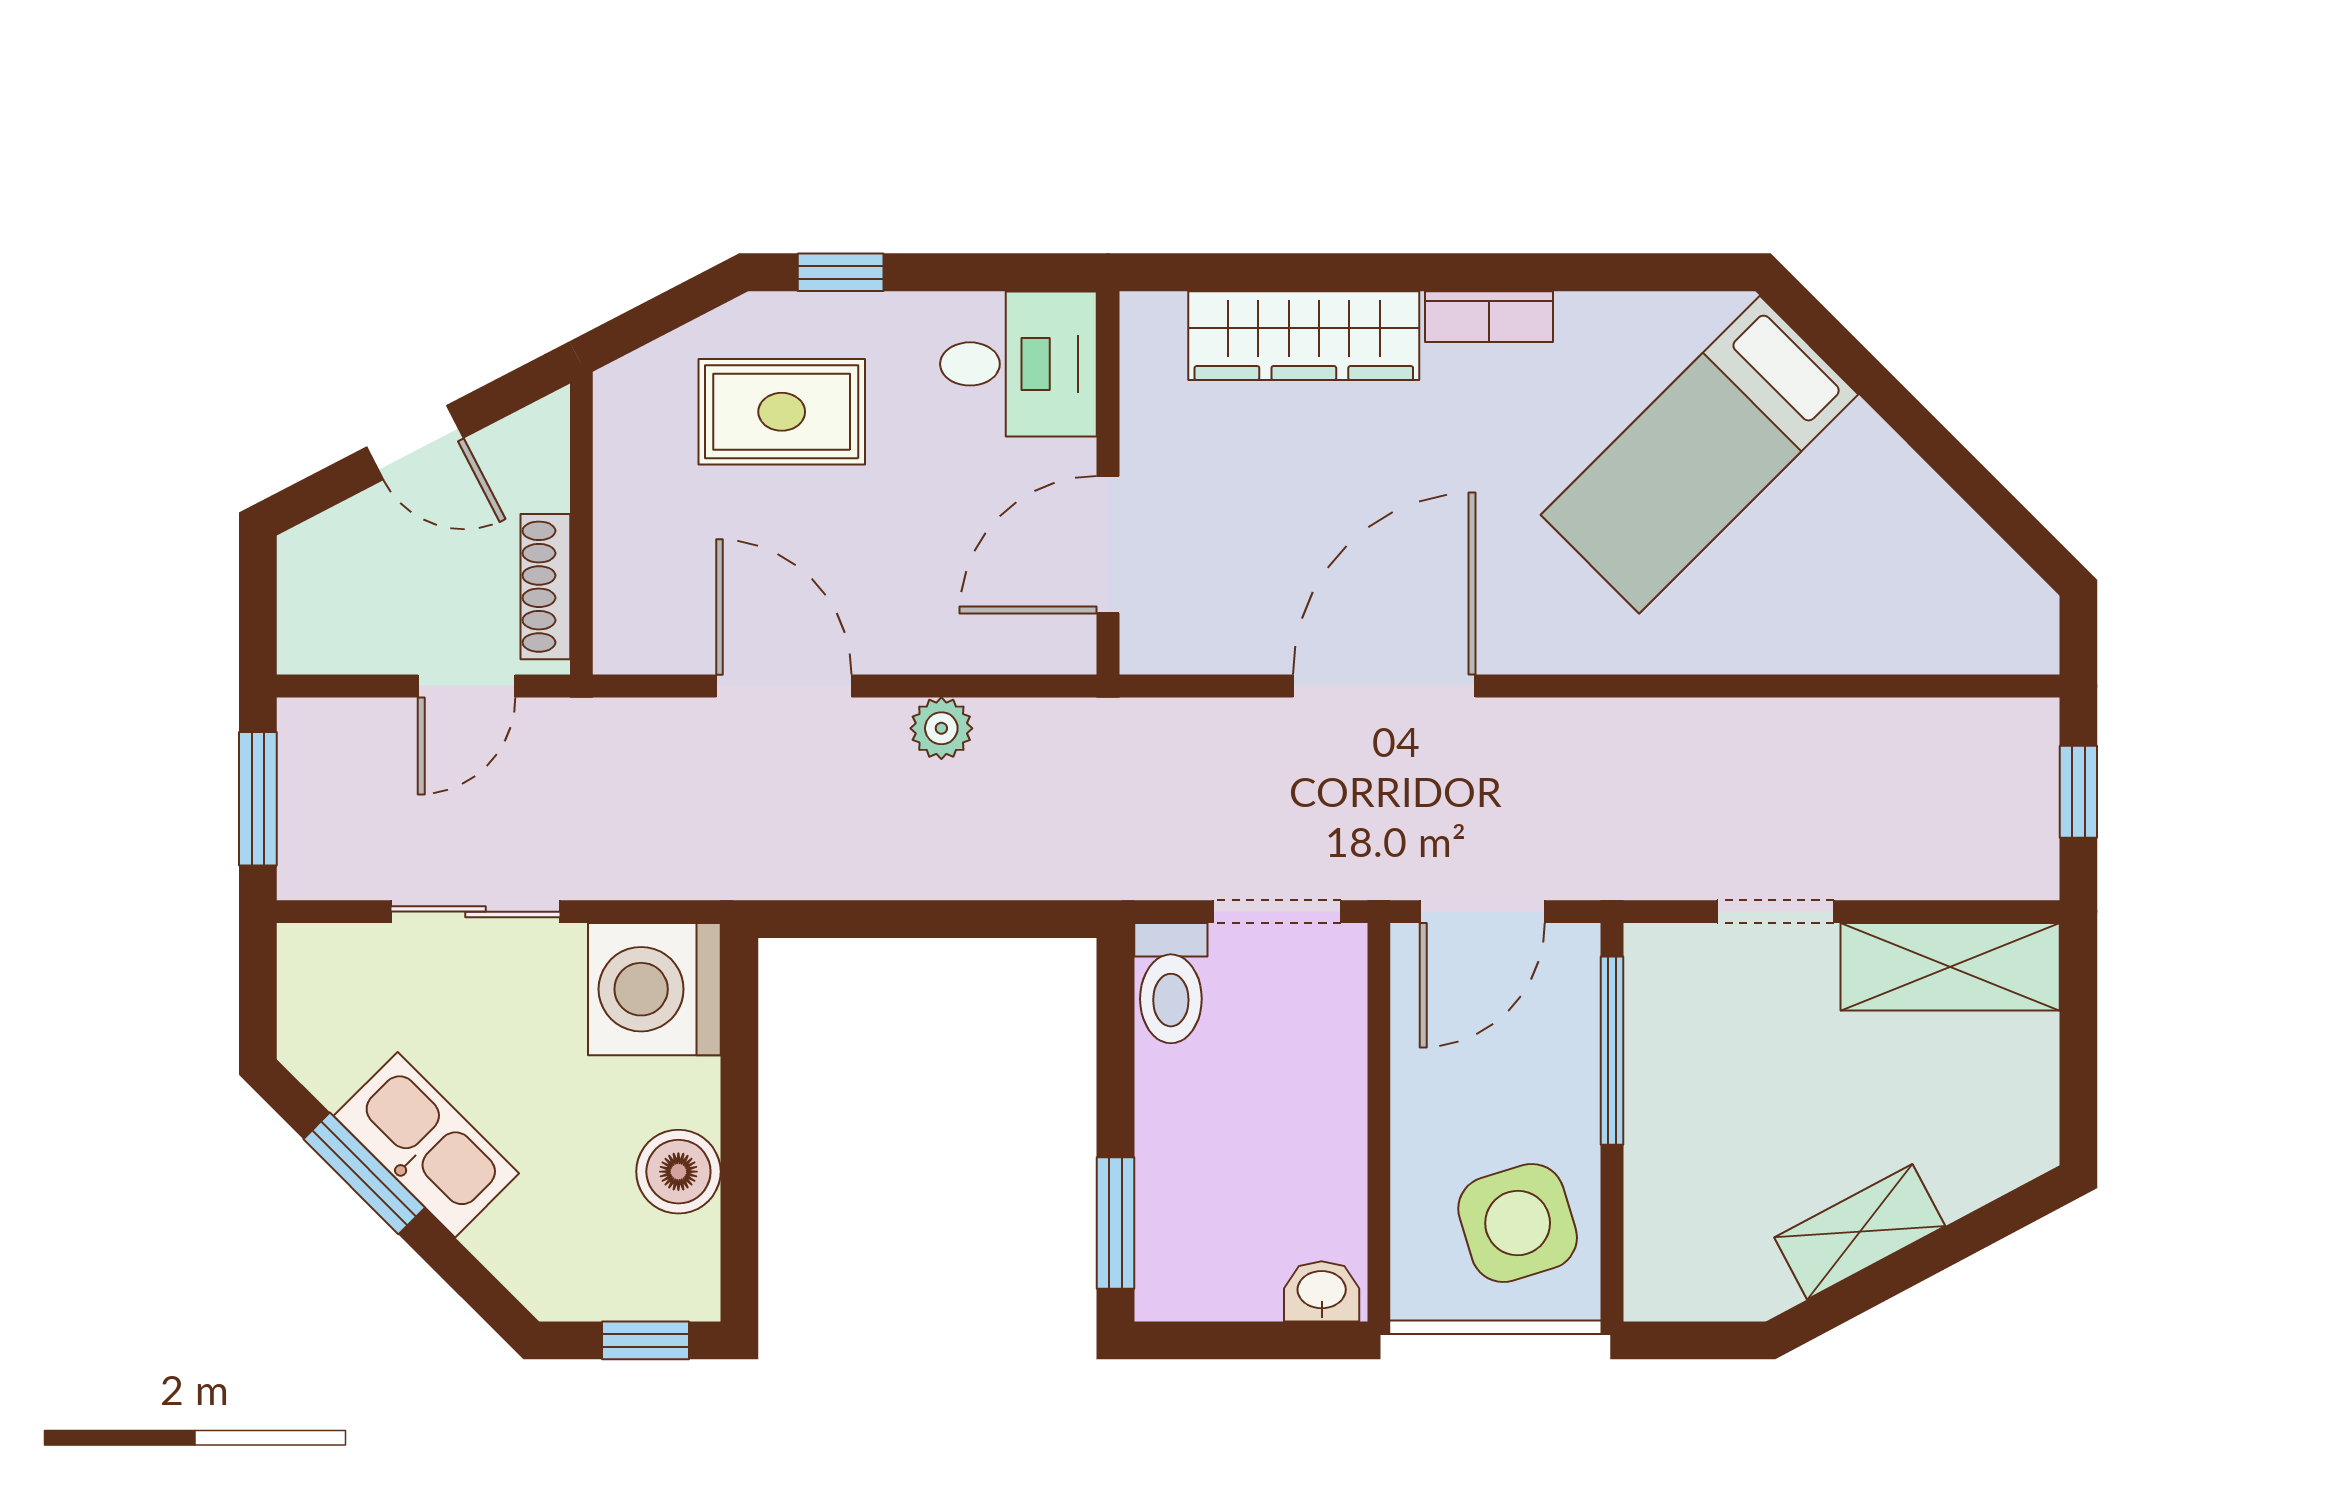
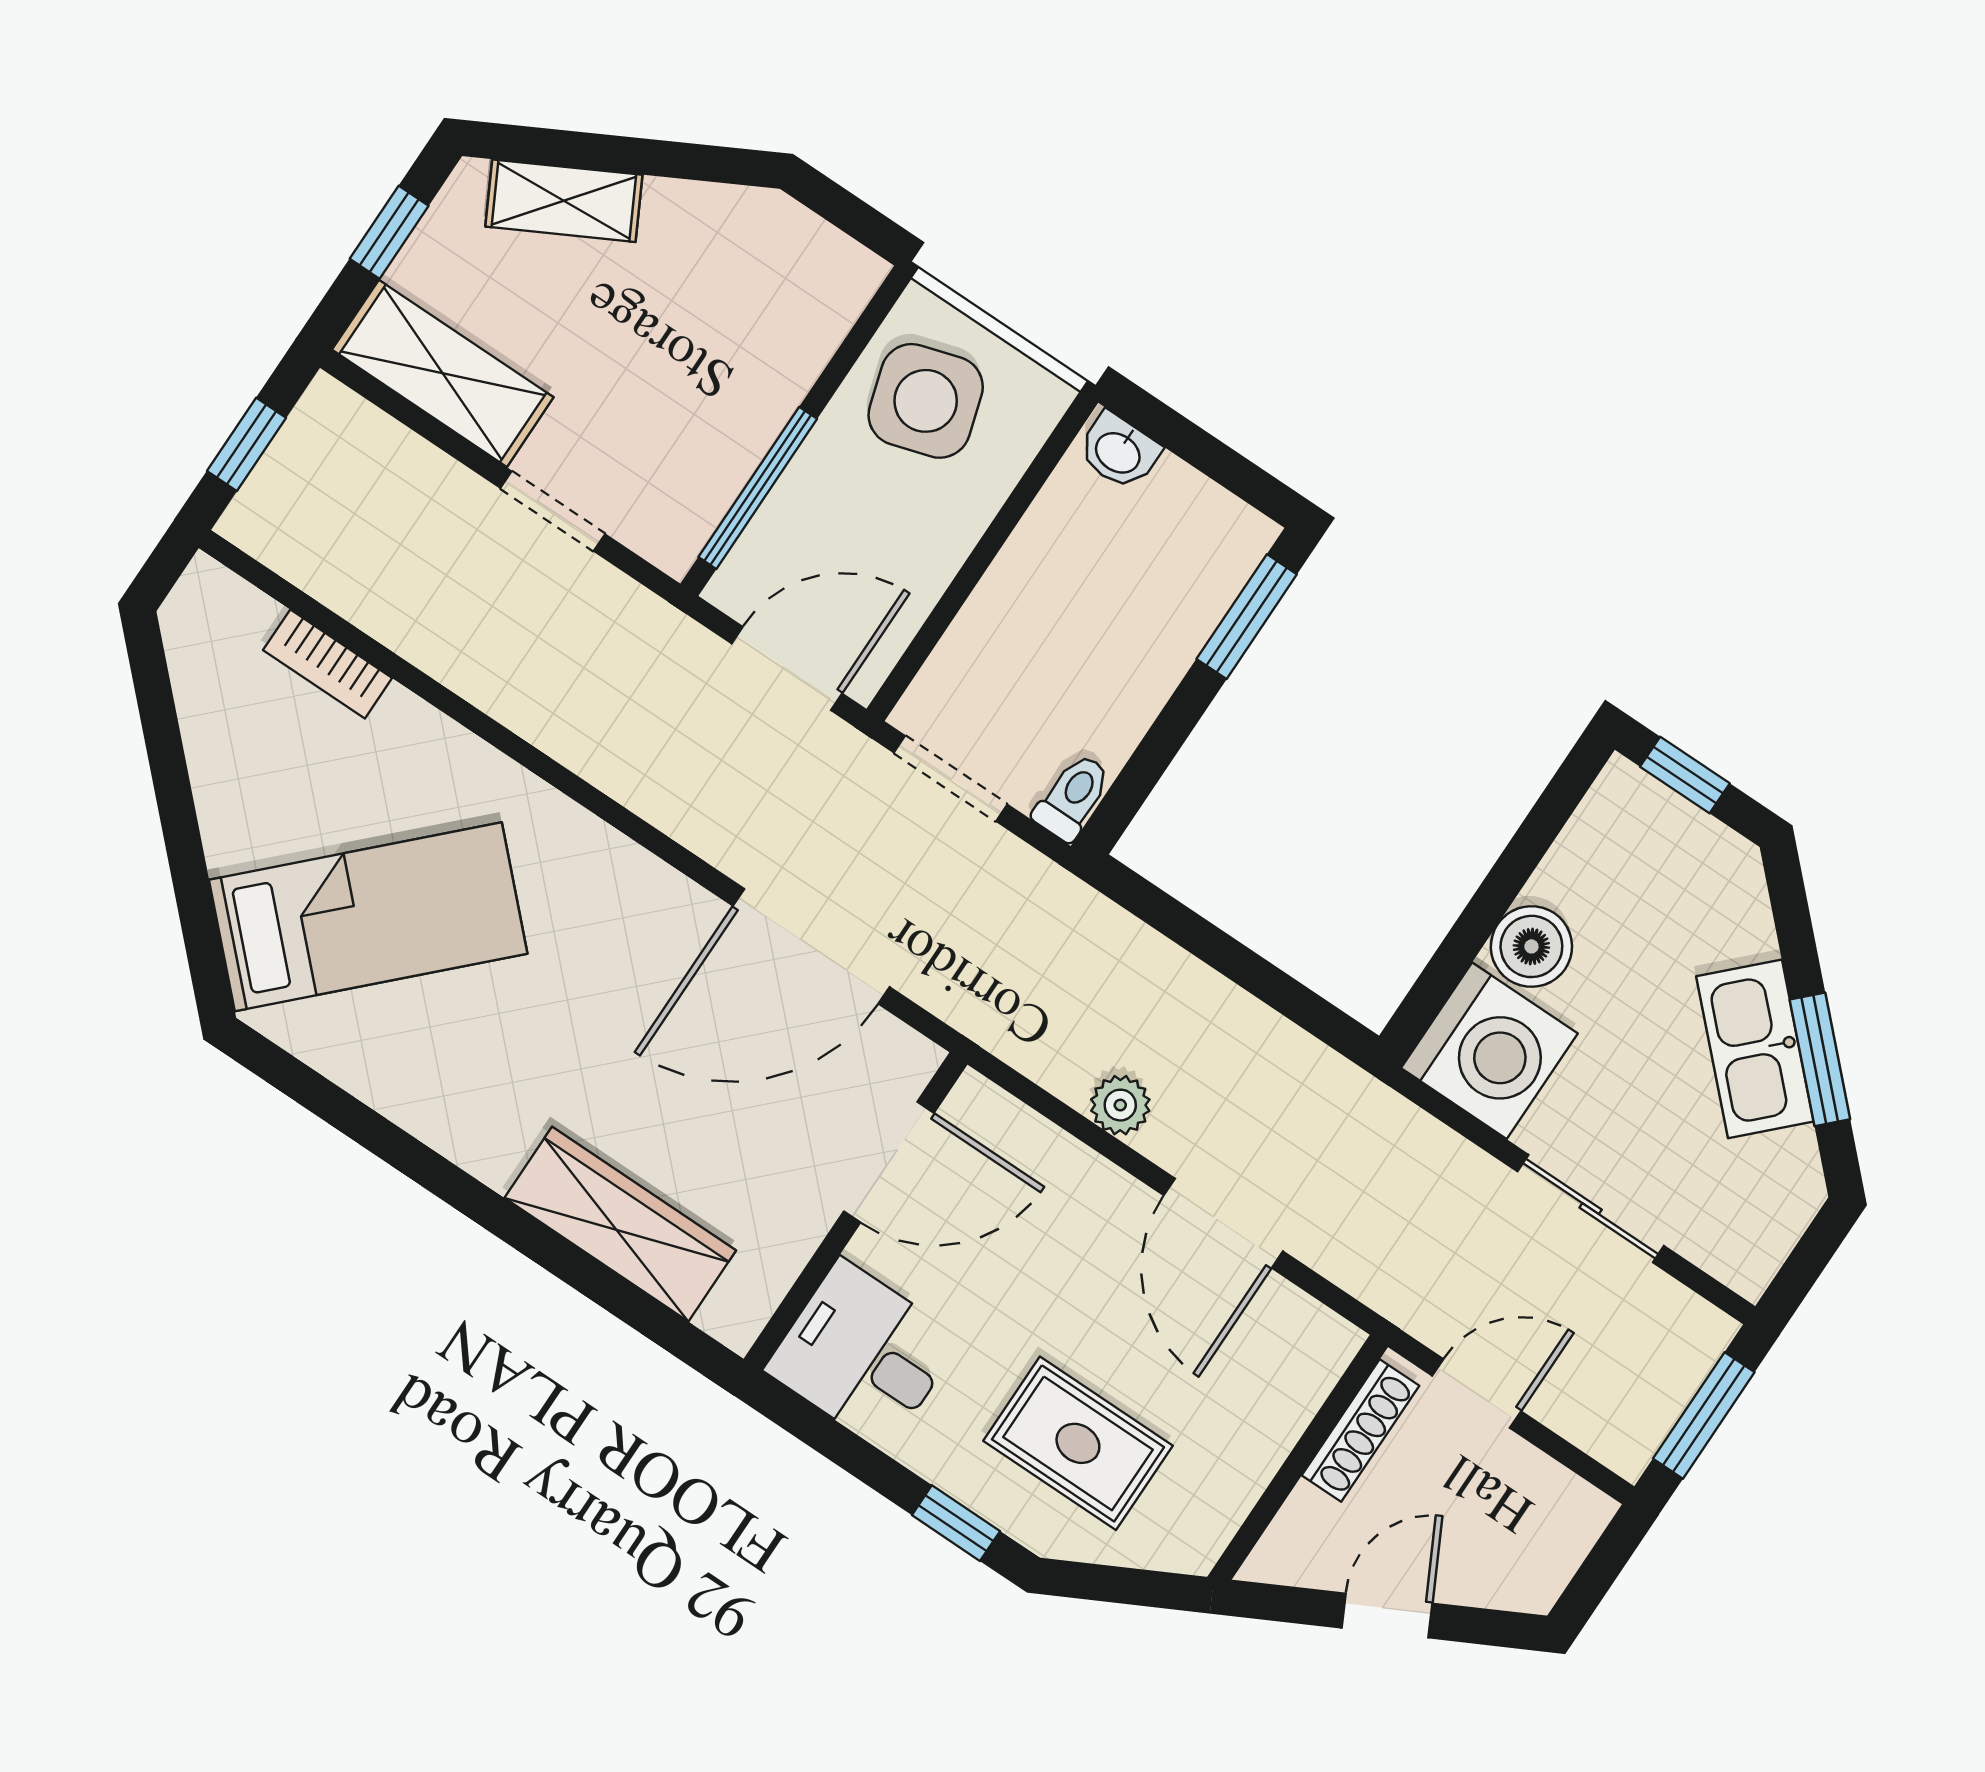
bookcase: (1489, 317) -> (328, 664), moved, turned 180
door: (415, 443) -> (1387, 1616), hinge flipped
door: (1384, 686) -> (811, 946), moved
toilet: (1171, 983) -> (1073, 797), width x0.73, depth x0.72
window: (2078, 1057) -> (389, 232), added
boiler: (678, 1172) -> (1531, 946), moved
shelving: (1860, 1232) -> (564, 201), moved

